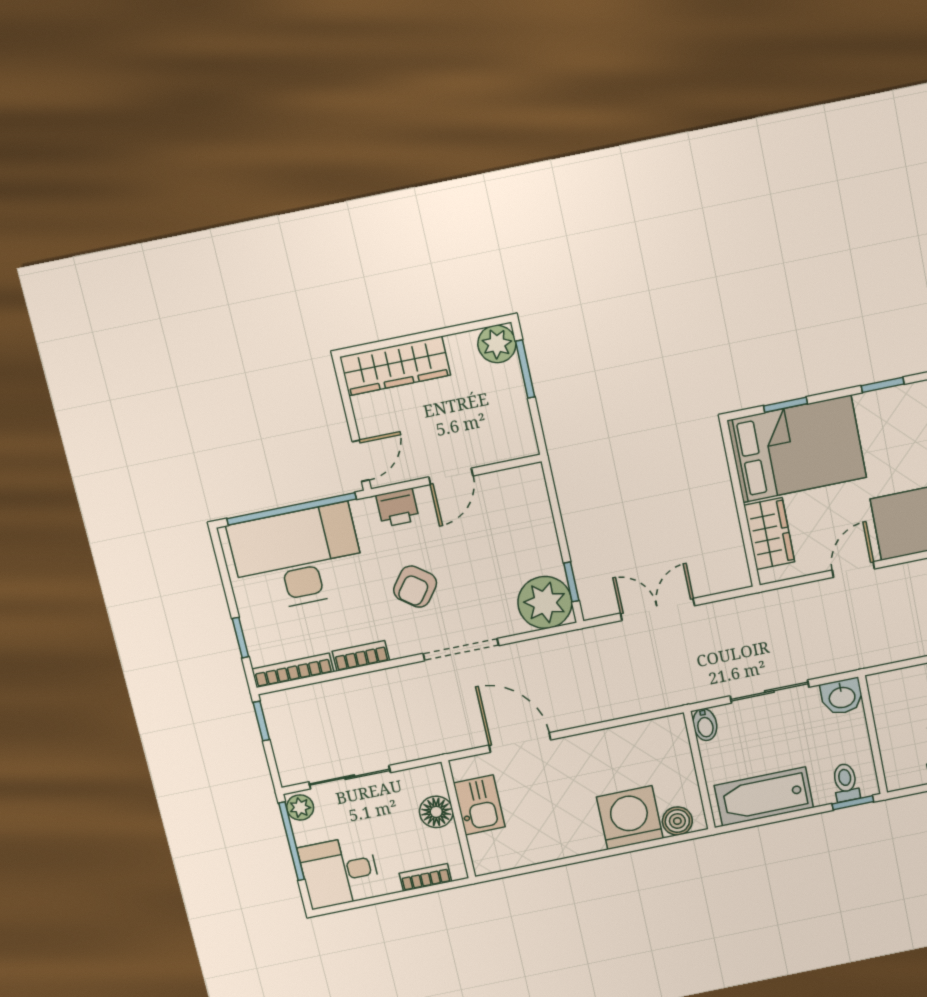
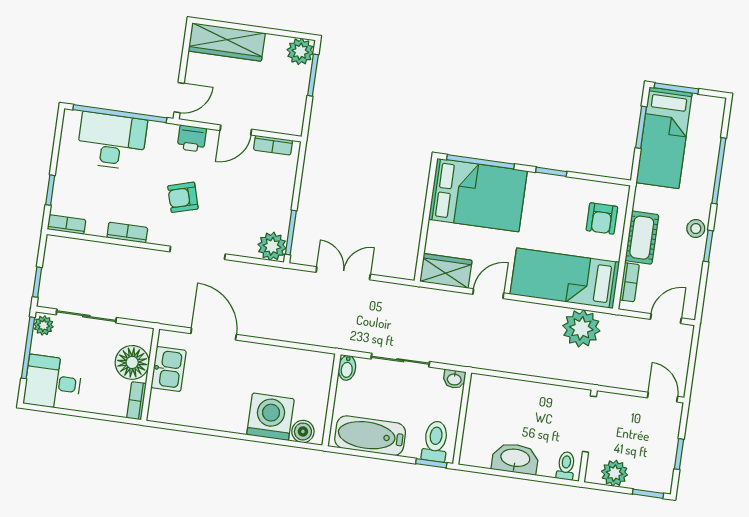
window: (786, 405) -> (481, 162), width x2.17
bookcase: (507, 479) -> (273, 145), added
wardrobe: (769, 534) -> (446, 271), moved, turned -90
desk: (297, 558) -> (112, 141), width x0.73, depth x0.77
window: (571, 582) -> (291, 233), width x1.50
armchair: (415, 587) -> (183, 197), turned 37
plant: (545, 602) -> (272, 246), width x0.73, depth x0.73
bookcase: (293, 670) -> (66, 224), width x0.64
washbasin: (842, 697) -> (454, 379), width x0.72, depth x0.69
window: (261, 721) -> (37, 282), moved
toilet: (846, 782) -> (435, 441), width x1.37, depth x1.39
floor lamp: (436, 812) -> (132, 362), width x1.38, depth x1.38
bookcase: (425, 877) -> (136, 401), moved, turned -90

